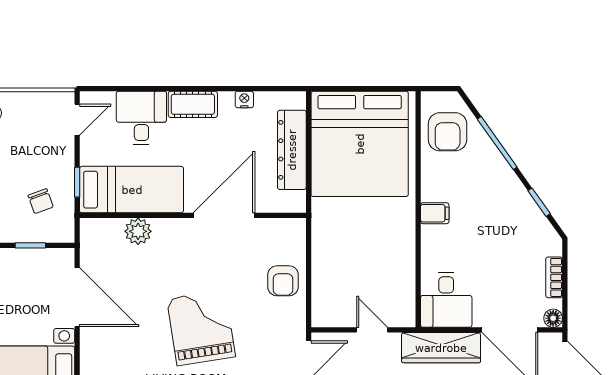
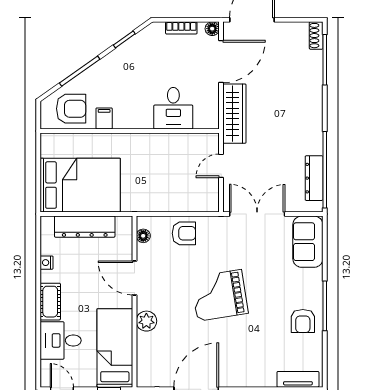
bed: (360, 144) -> (80, 185), width x0.73
filing cabinet: (435, 213) -> (104, 118), moved
door: (224, 215) -> (134, 278), width x0.73
floor lamp: (280, 227) -> (143, 236), added
plant: (138, 231) -> (146, 321), moved
desk: (446, 300) -> (173, 108), moved, turned 90

